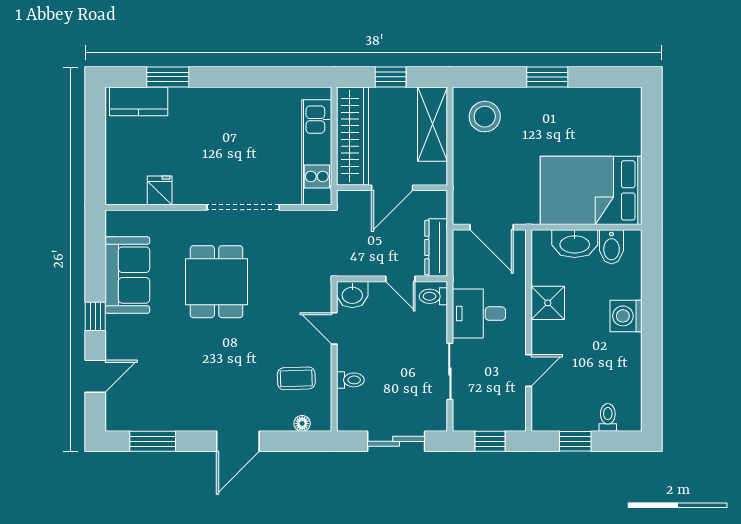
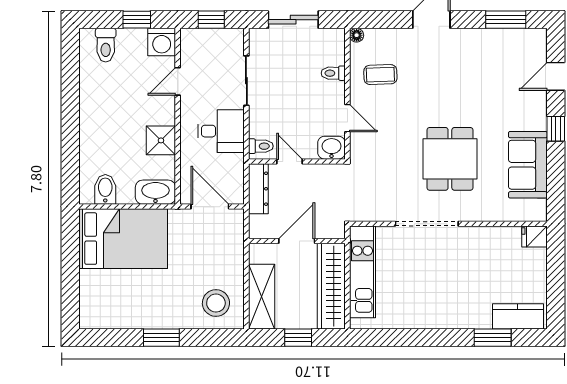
fridge: (160, 190) -> (534, 237), moved, turned 90
washbasin: (575, 244) -> (155, 192), moved
washing machine: (626, 316) -> (162, 42), moved, turned 90
toilet: (608, 417) -> (106, 45), width x1.37, depth x1.39
floor lamp: (302, 423) -> (357, 35), moved

